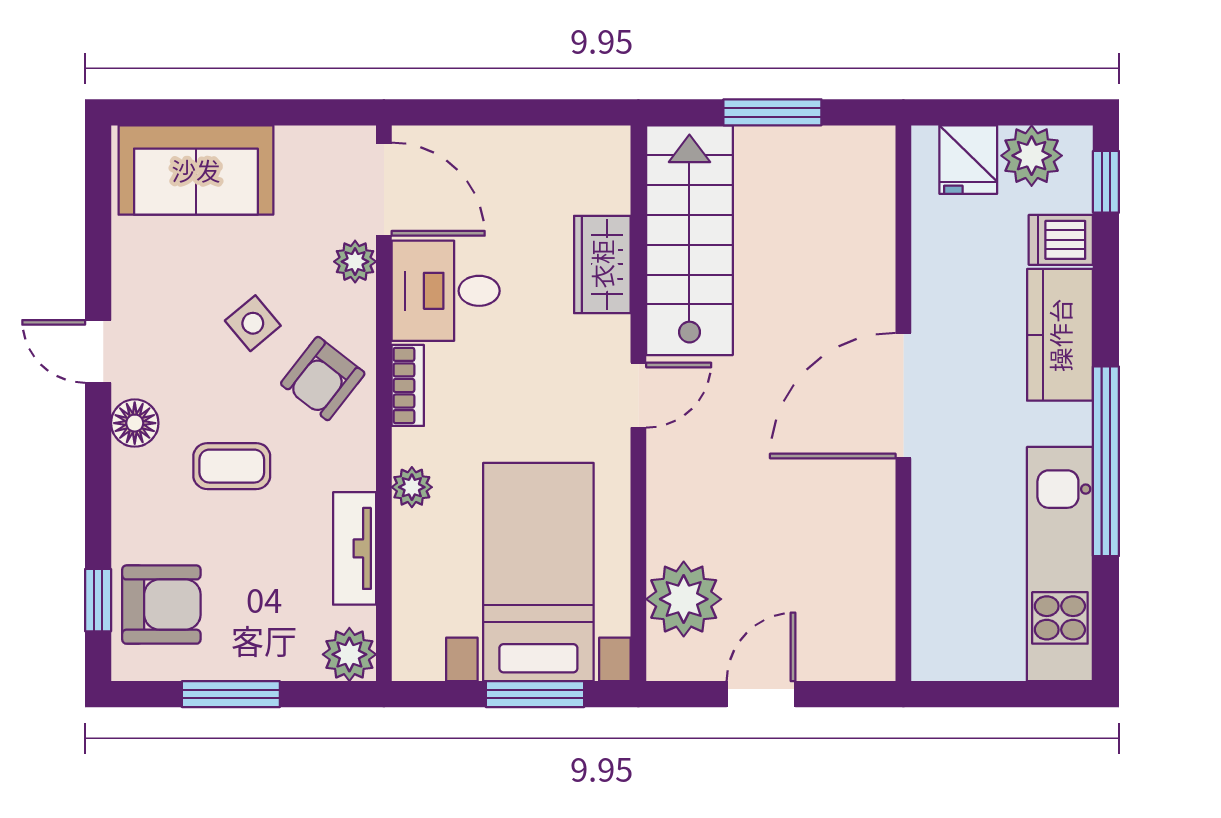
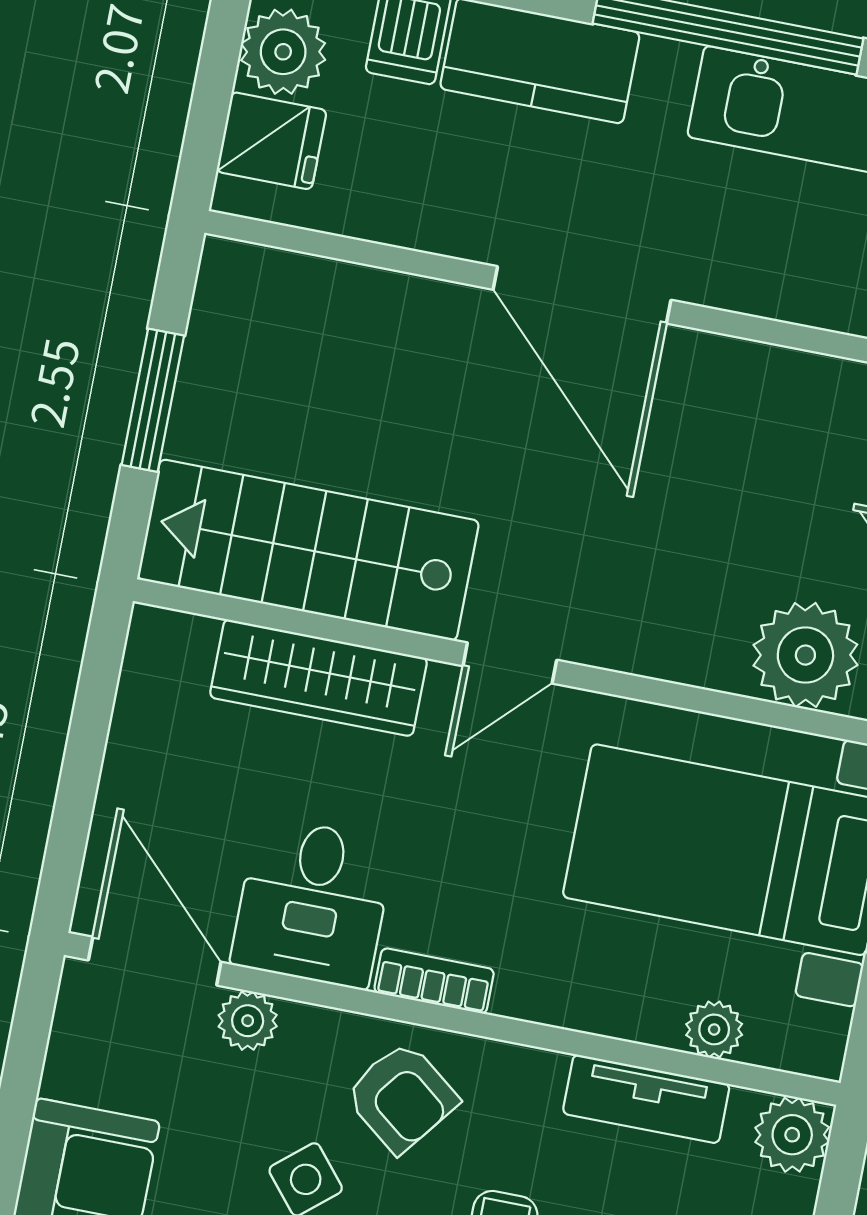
door: (384, 189) -> (155, 961), hinge flipped
wardrobe: (602, 264) -> (318, 678), width x1.50
door: (638, 395) -> (510, 663), swing flipped
plant: (412, 487) -> (714, 1029), moved

